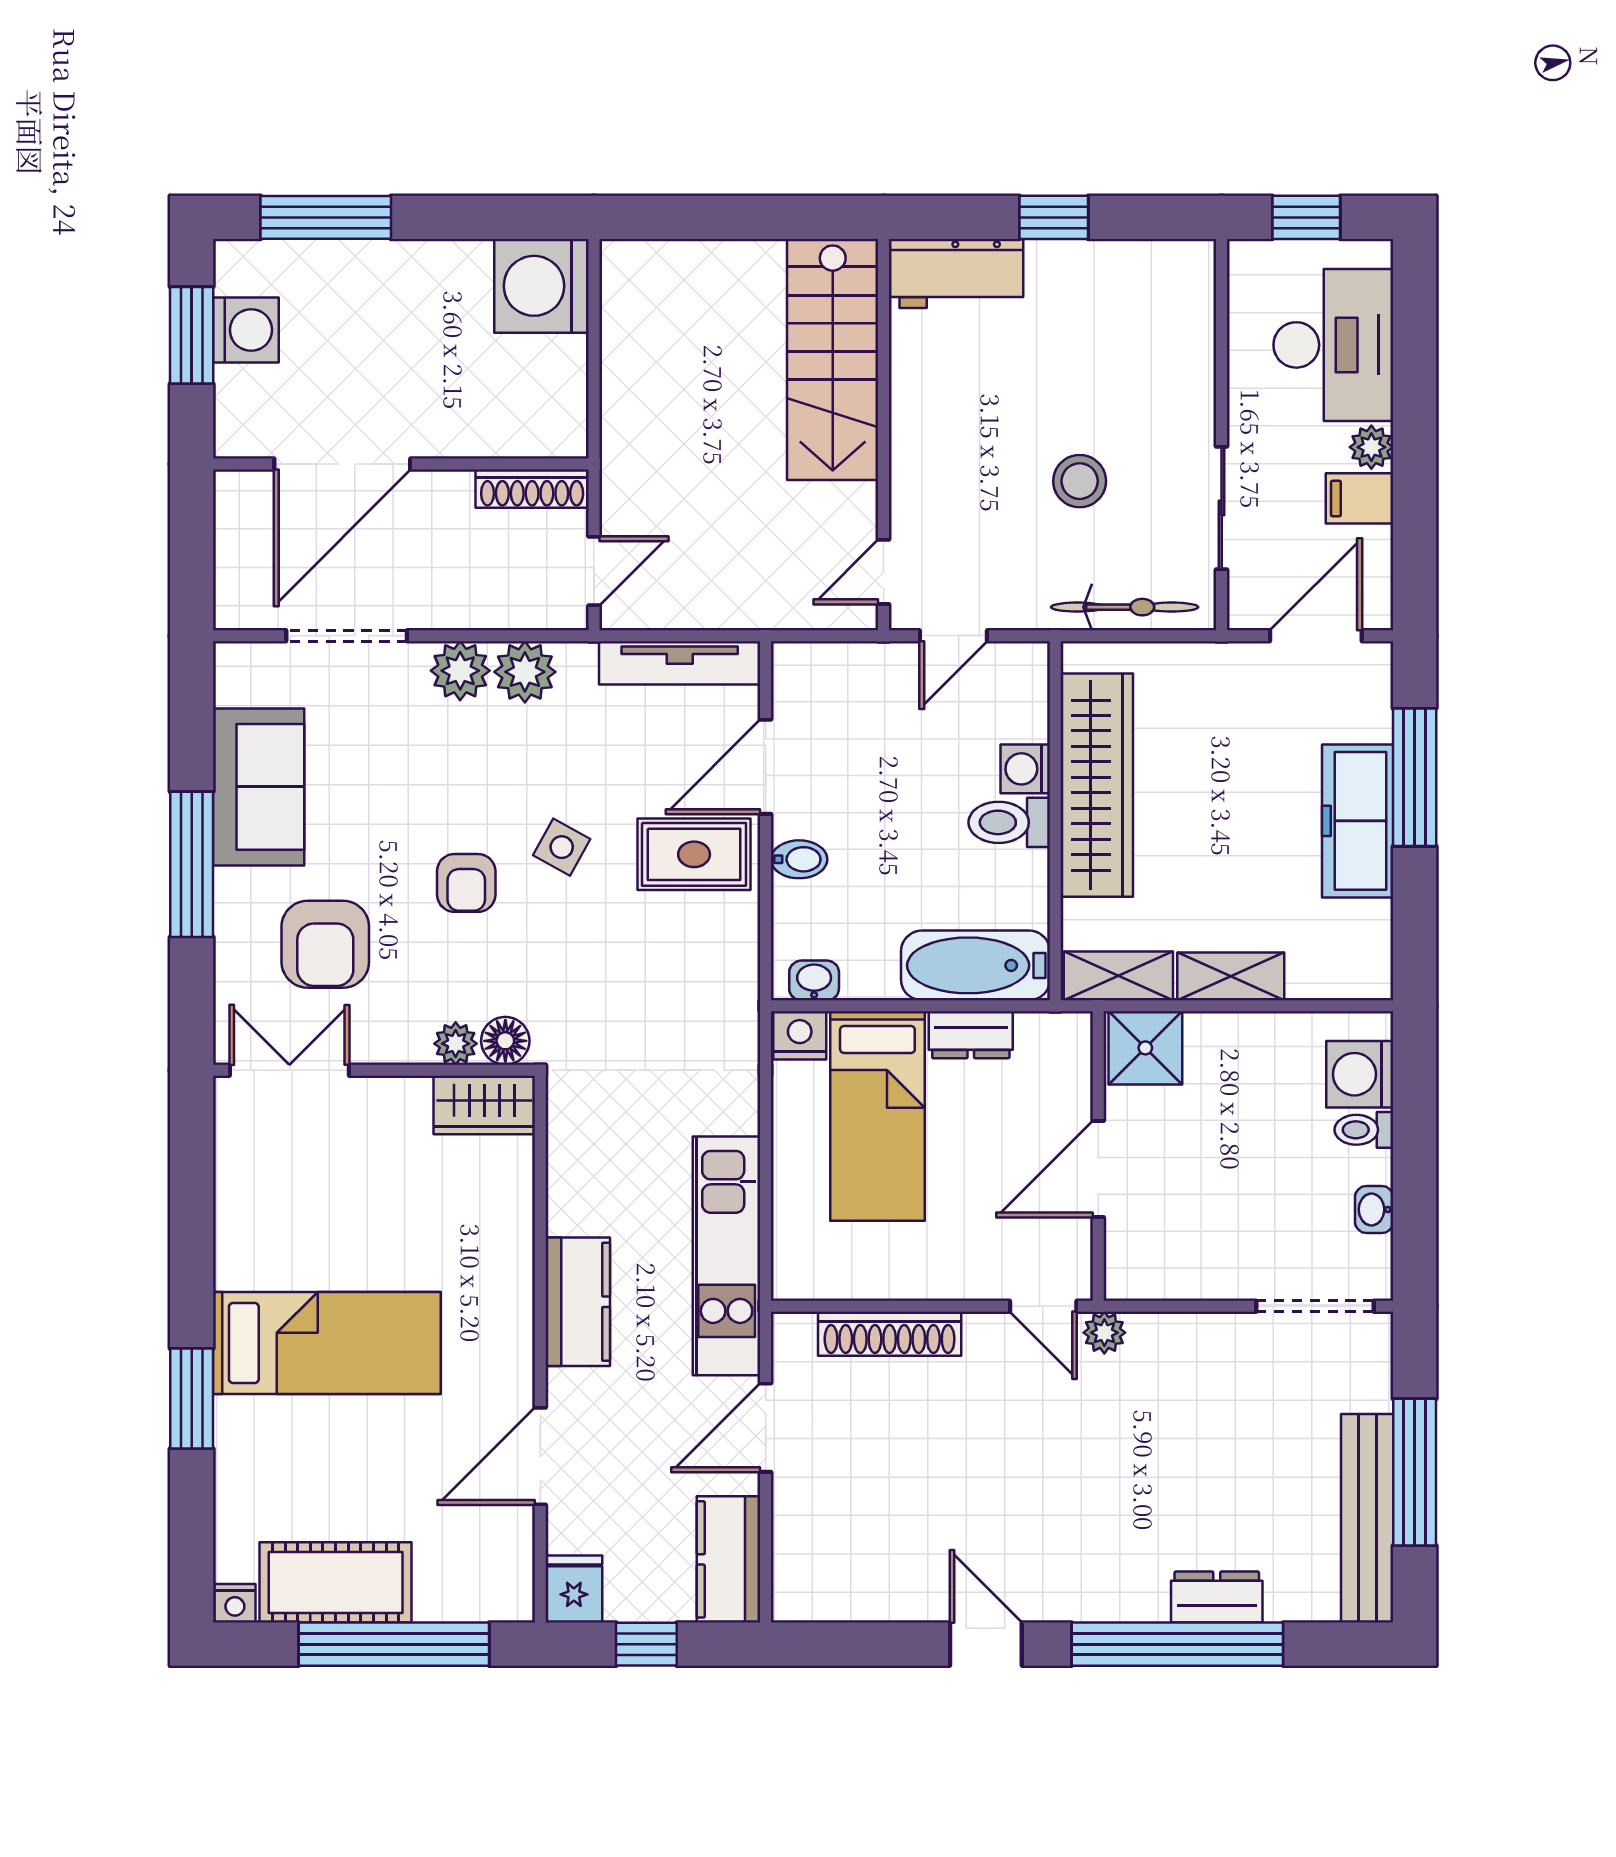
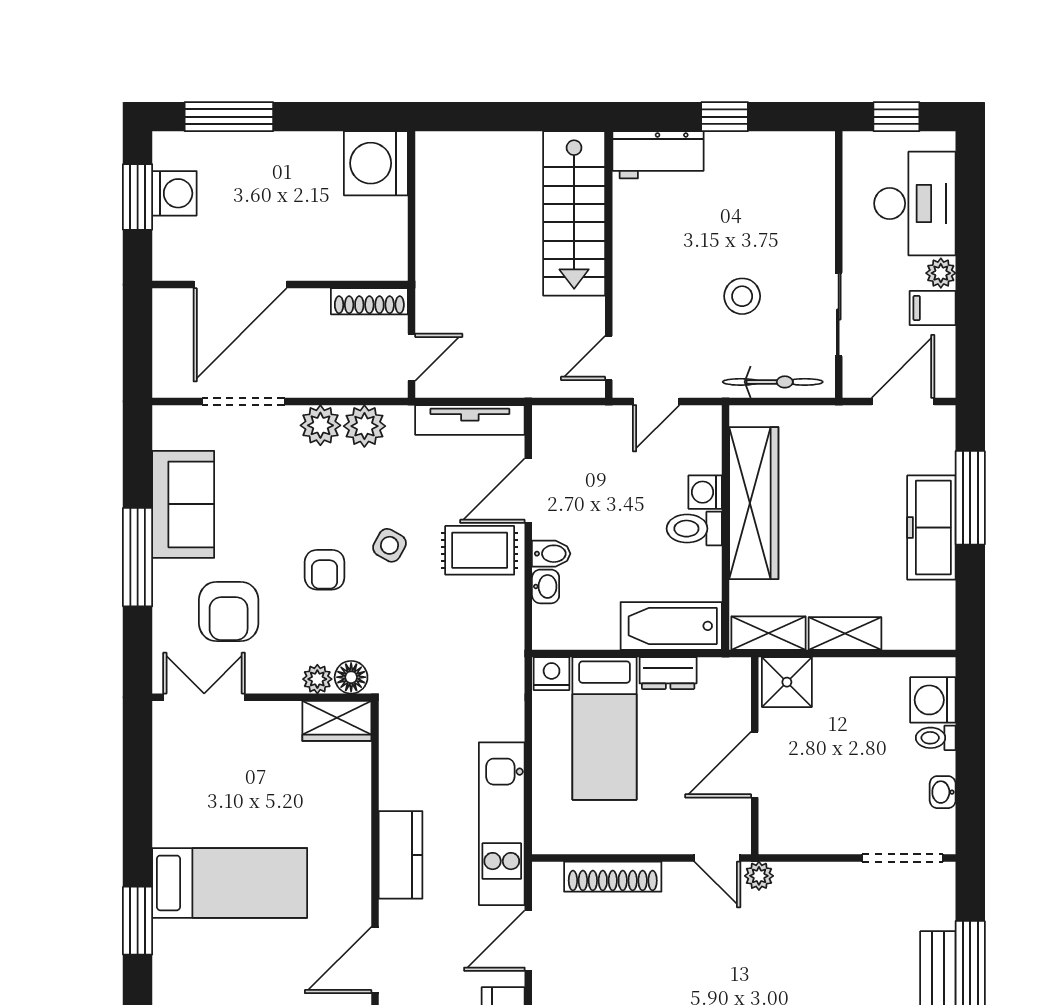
washbasin: (814, 980) -> (546, 586), moved, turned 90

